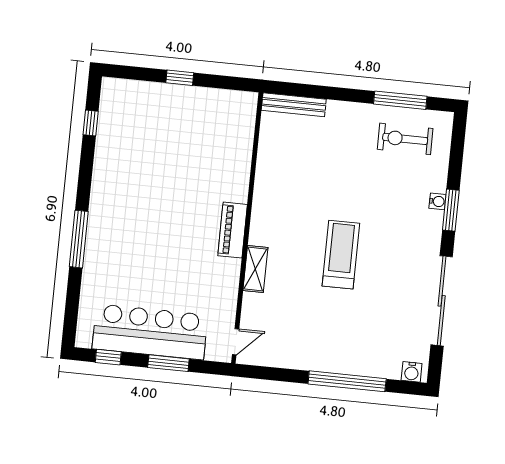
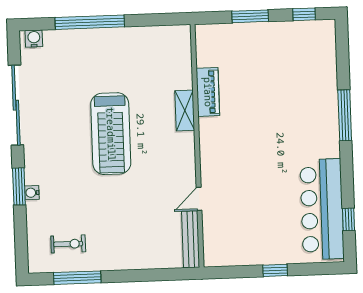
bench: (294, 105) -> (191, 239), moved, turned 90
exercise bike: (405, 139) -> (68, 244), width x0.73, depth x0.72
piano: (233, 230) -> (208, 92), moved
treadmill: (341, 255) -> (111, 134), width x1.37, depth x1.38
bar counter: (150, 332) -> (322, 209), moved, turned 90
door: (236, 342) -> (199, 199), moved

